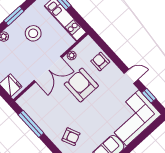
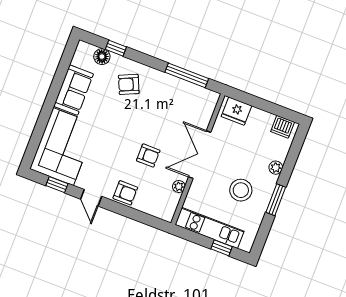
armchair: (100, 61) -> (125, 193), moved
door: (131, 76) -> (91, 198), hinge flipped
armchair: (81, 85) -> (148, 156), width x0.53, depth x0.53

